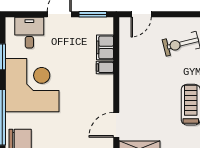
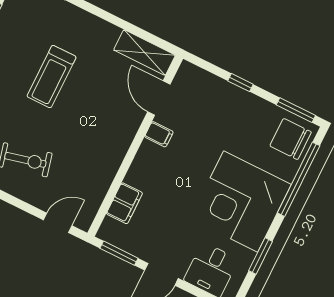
filing cabinet: (105, 67) -> (159, 134), moved
door: (116, 125) -> (159, 98), swing flipped

